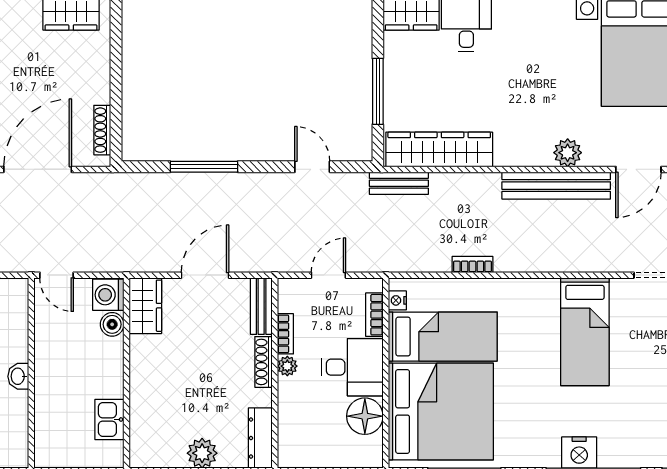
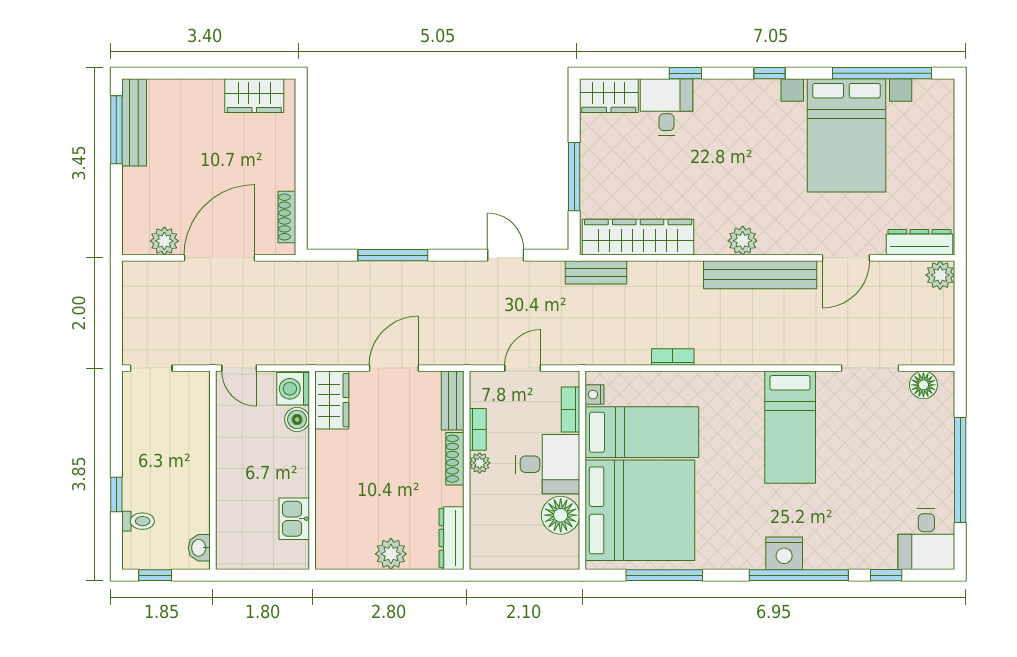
plant: (568, 153) -> (743, 241), moved
washbasin: (18, 376) -> (199, 548), moved

